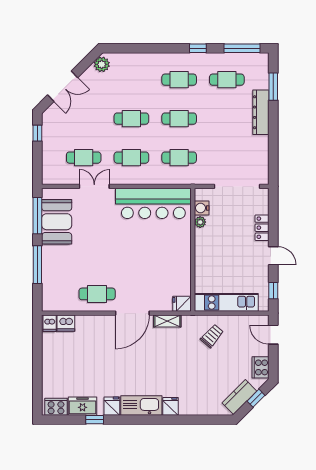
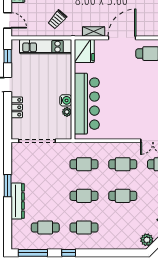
window: (273, 87) -> (8, 186), moved
bar counter: (153, 203) -> (87, 104), moved, turned 90
water cooler: (202, 208) -> (66, 100), moved
fridge: (182, 304) -> (84, 51), width x1.88, depth x1.34

